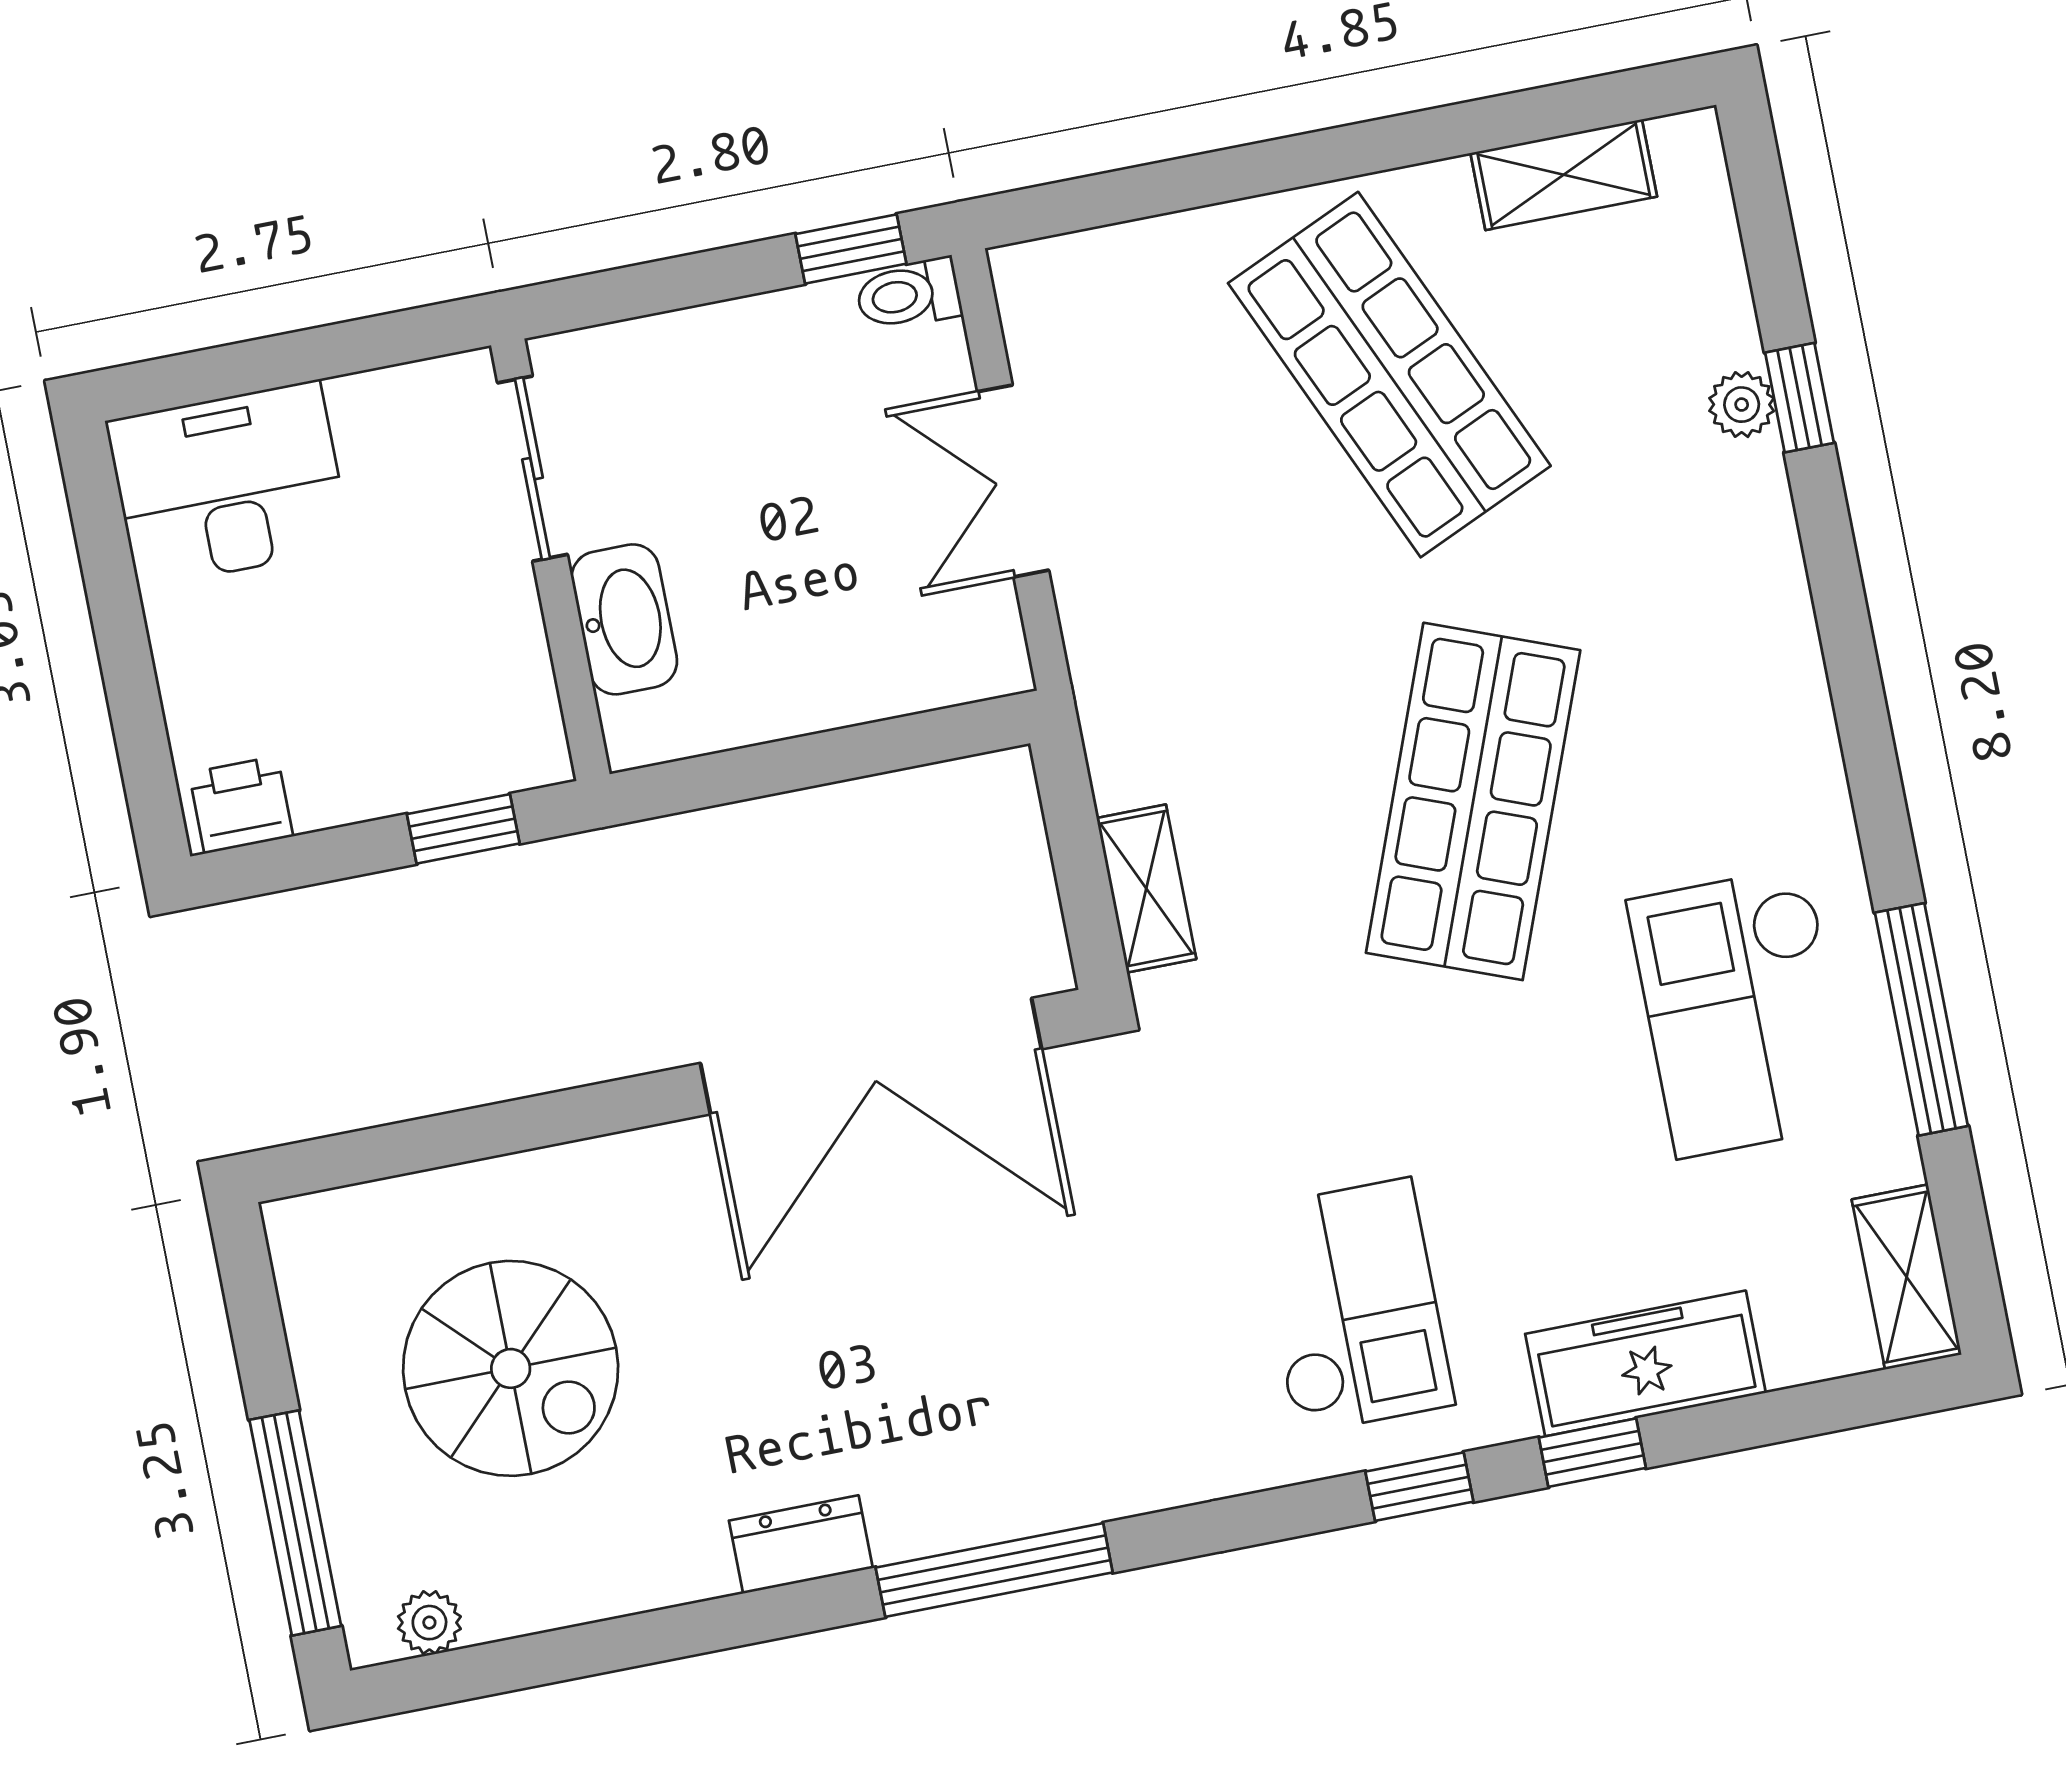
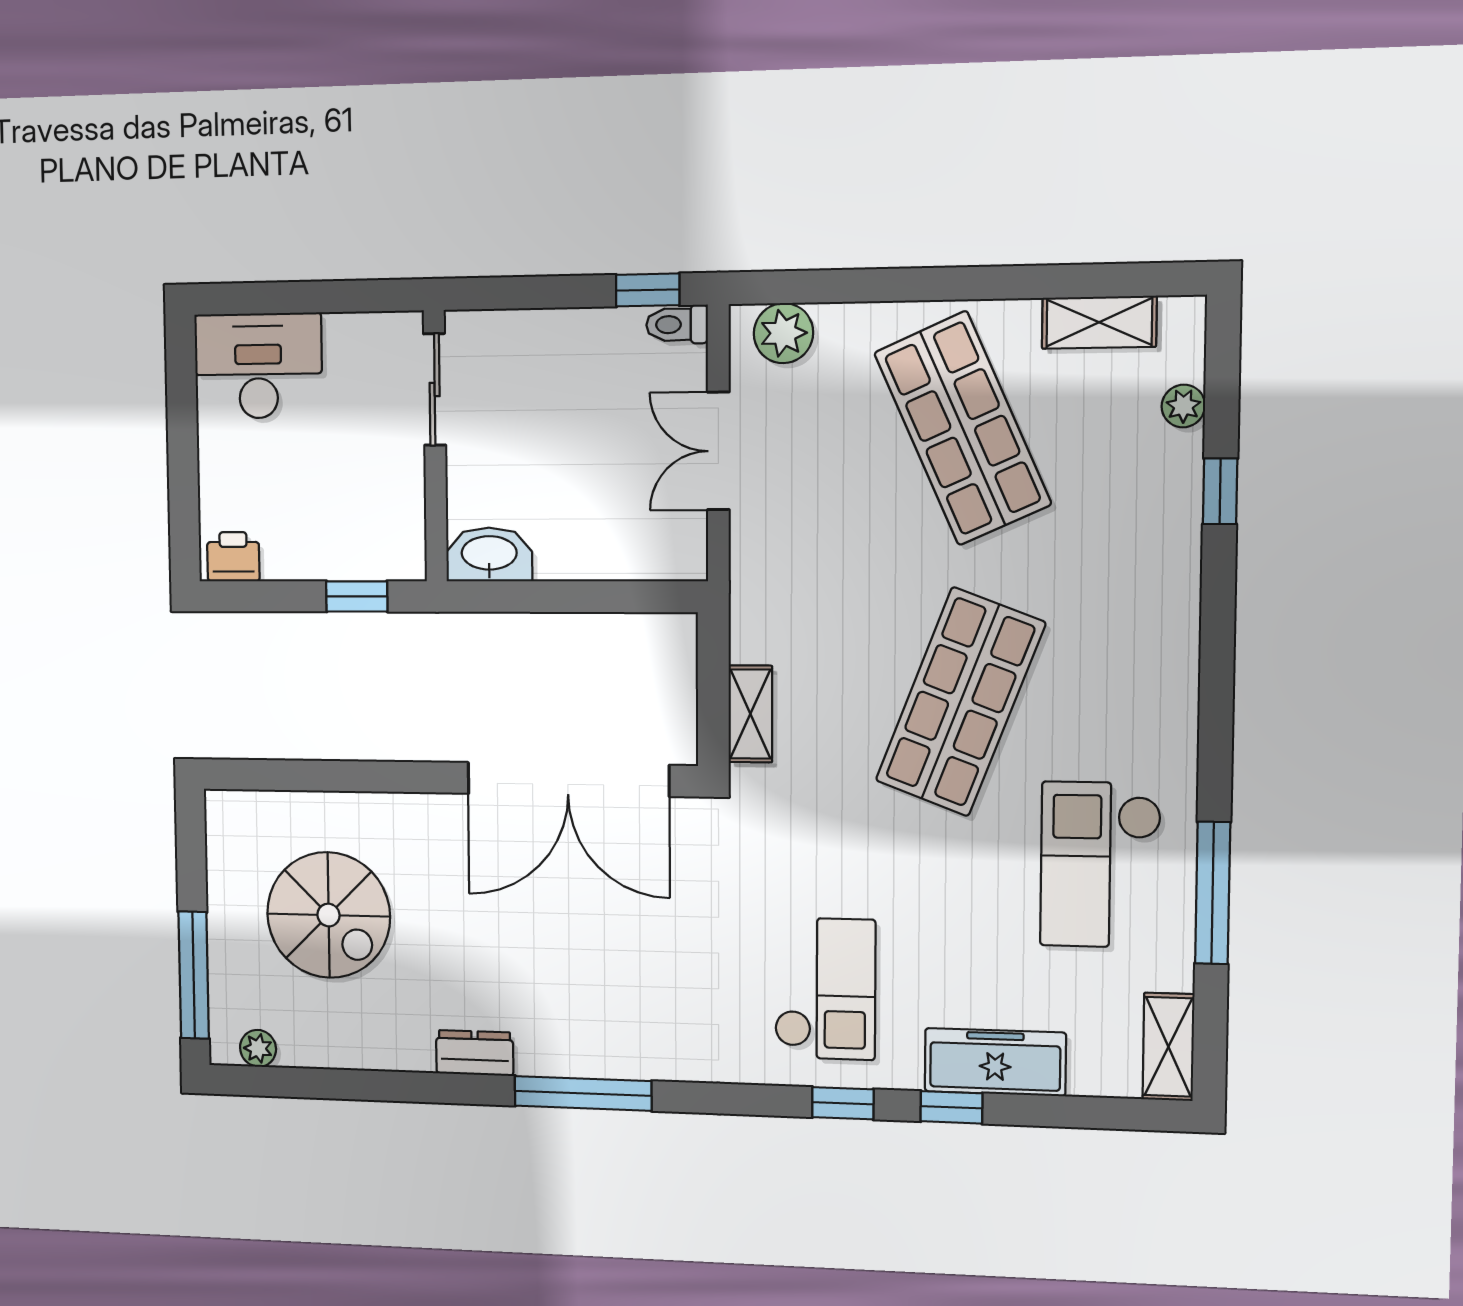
plant: (1080, 278) -> (783, 333), added
plant: (1742, 405) -> (1183, 406), moved
washbasin: (624, 619) -> (489, 554), moved, turned -90

